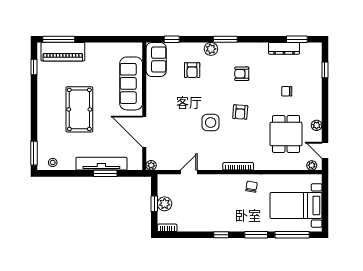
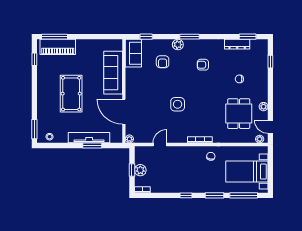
armchair: (240, 112) -> (202, 96), removed

